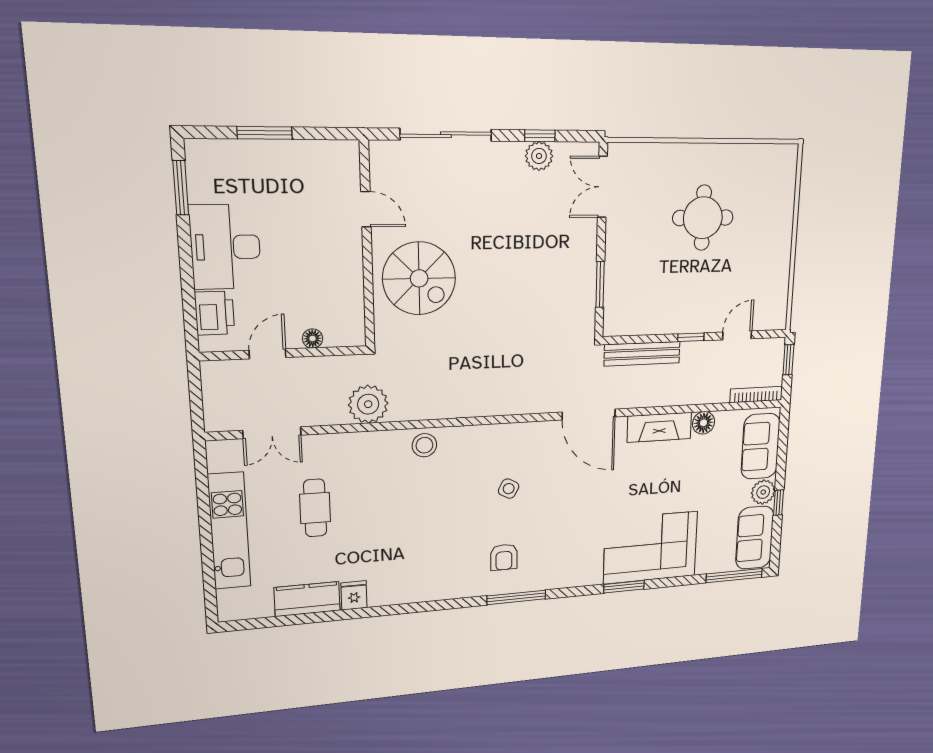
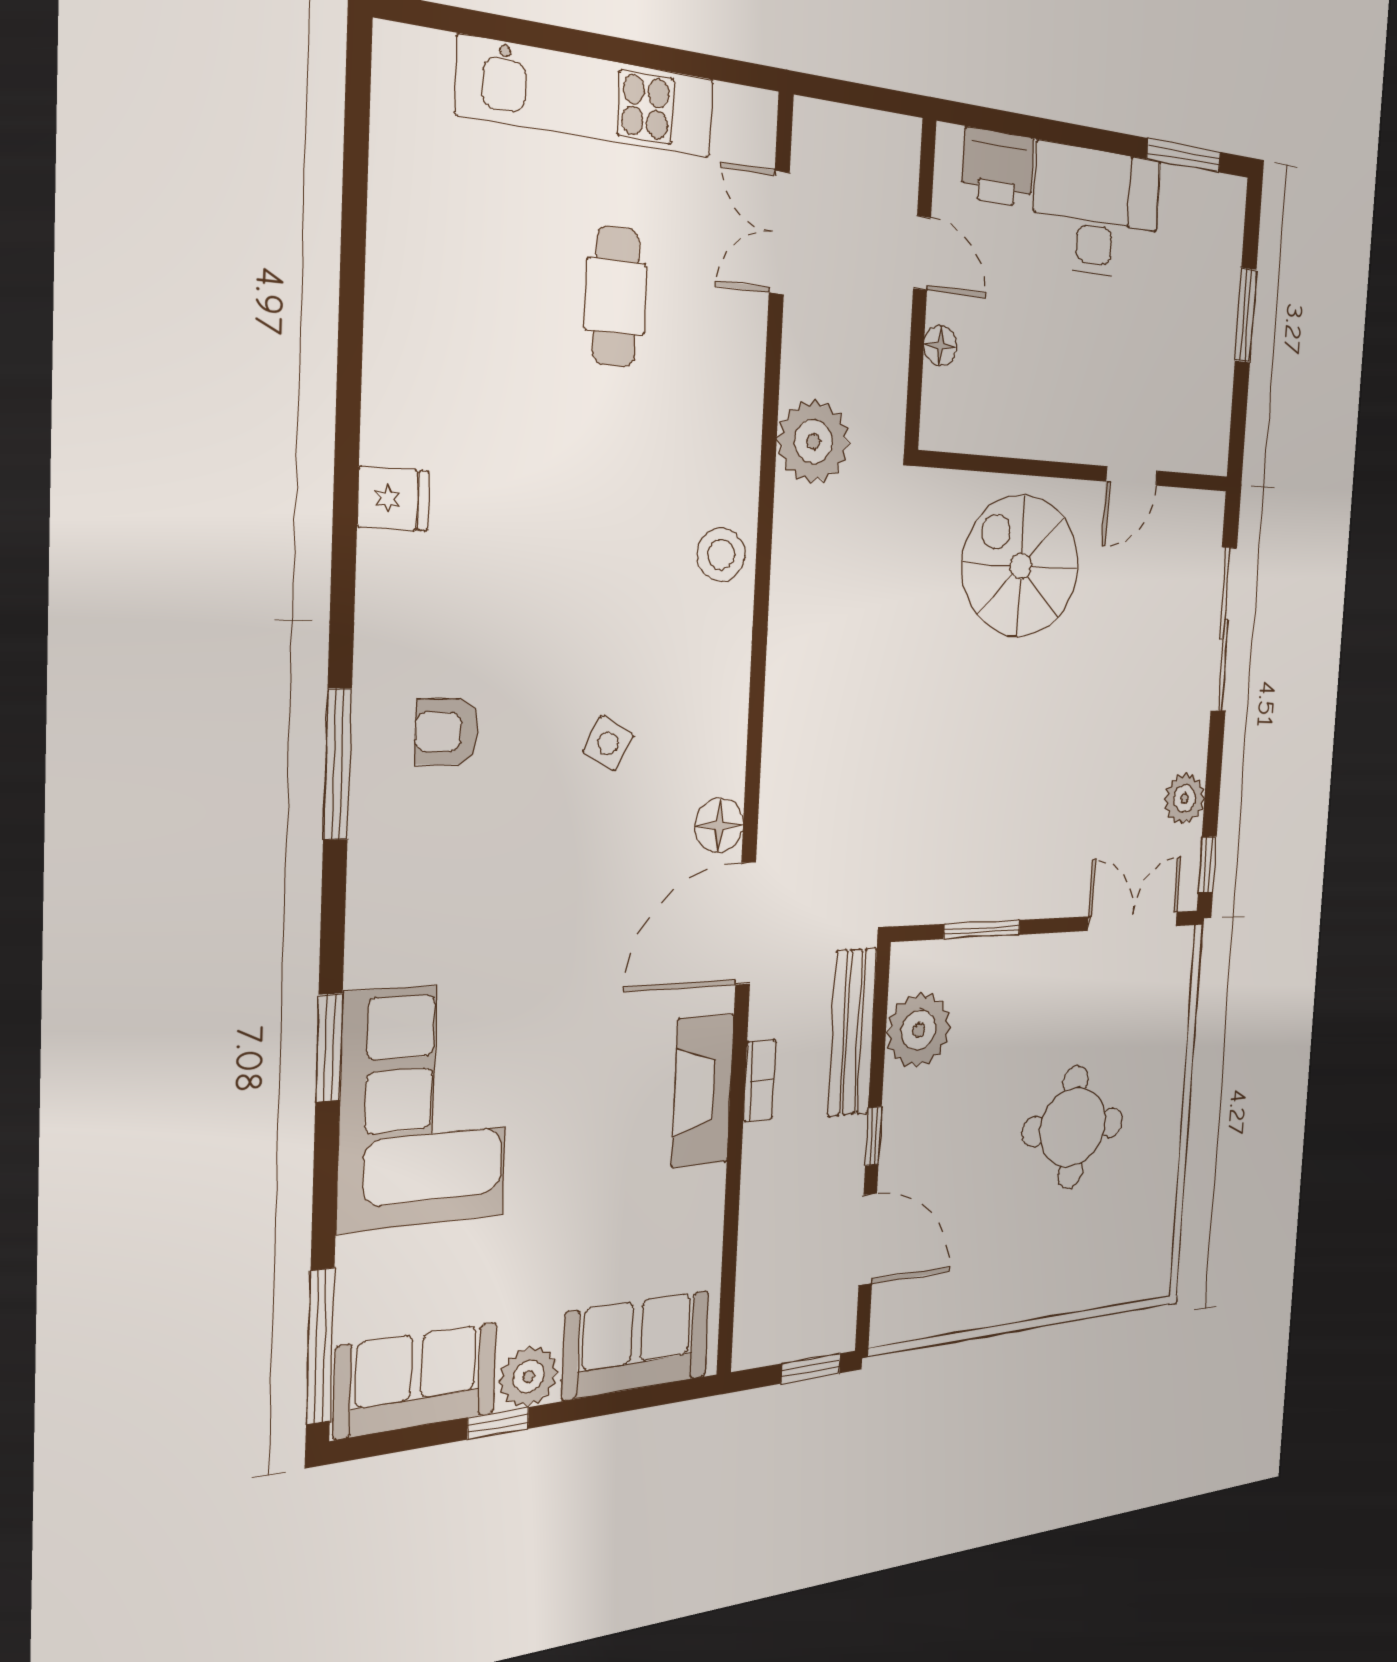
window: (540, 136) -> (1207, 865), moved
spiral stairs: (419, 278) -> (1021, 566), turned 90
plant: (645, 317) -> (919, 1030), added
door: (737, 335) -> (868, 1239), width x1.38
bookcase: (756, 395) -> (760, 1081), moved, width x0.64
floor lamp: (704, 423) -> (719, 825), moved
cafe table: (315, 508) -> (616, 297), turned 90
fridge: (354, 595) -> (393, 499), moved
kitchen counter: (307, 599) -> (404, 242), removed

